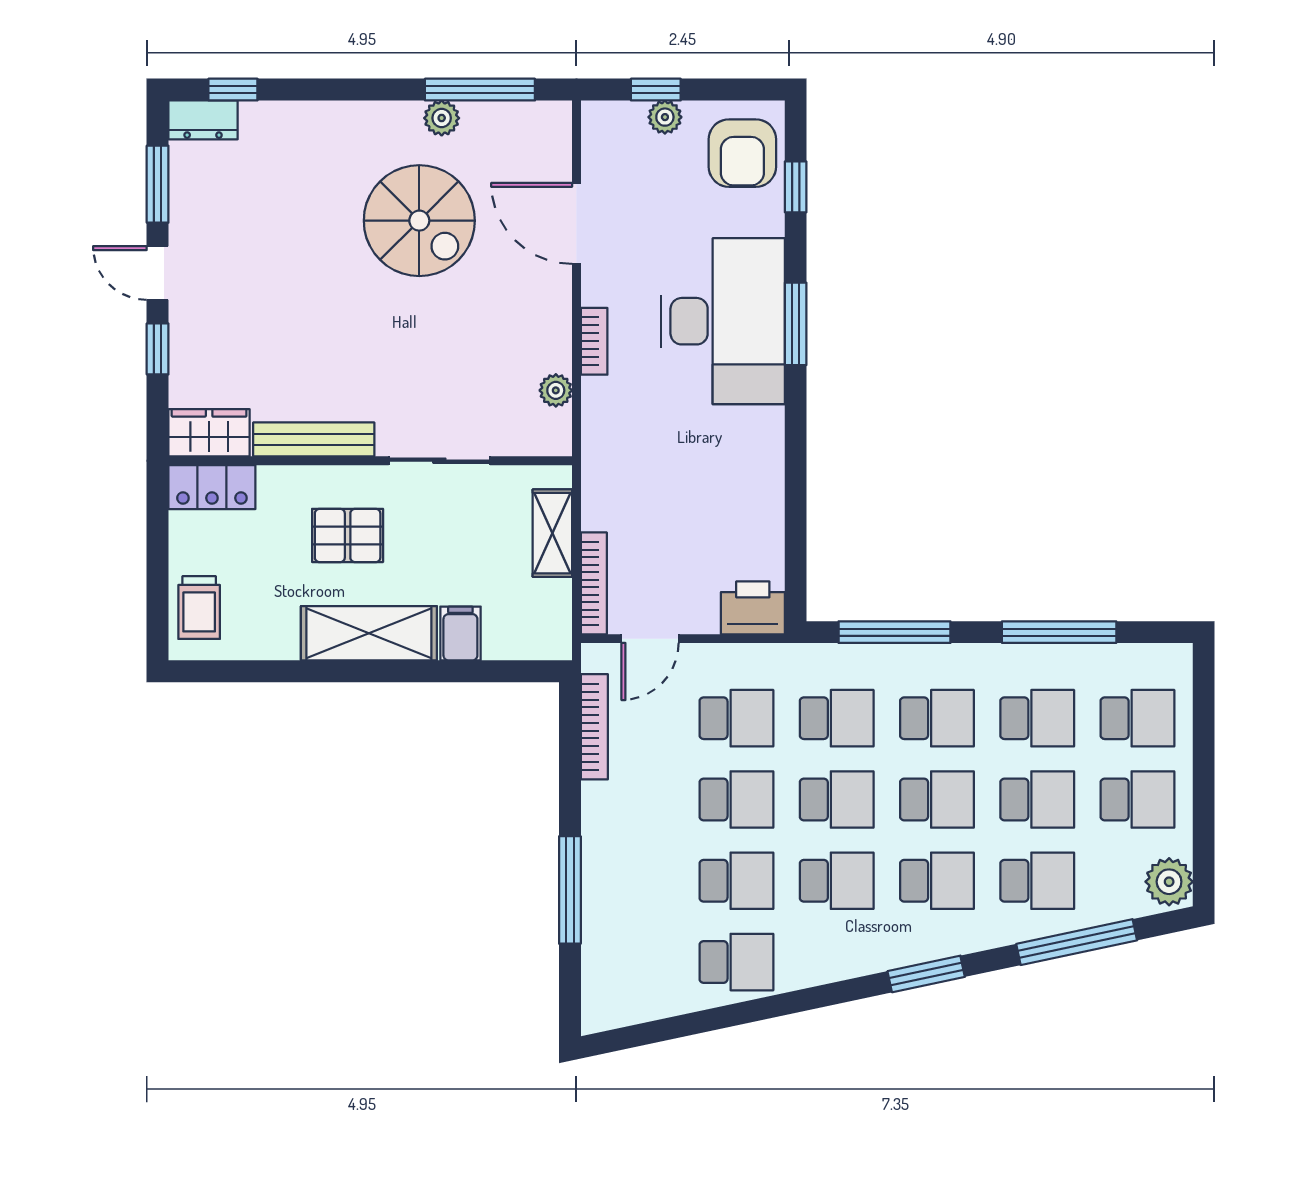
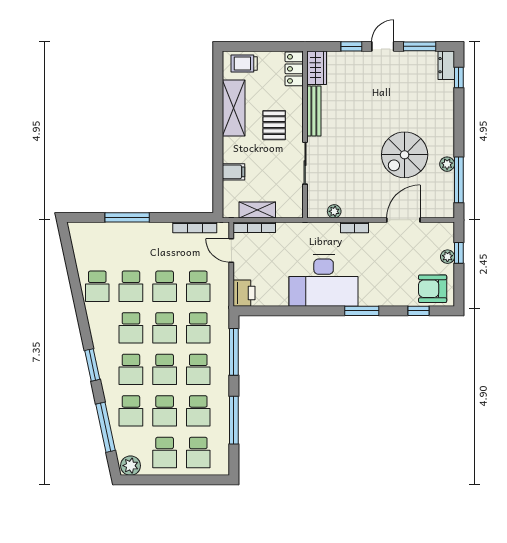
desk: (723, 321) -> (324, 281), moved
shelving: (552, 533) -> (257, 210), moved
shelving: (369, 633) -> (234, 108), moved

